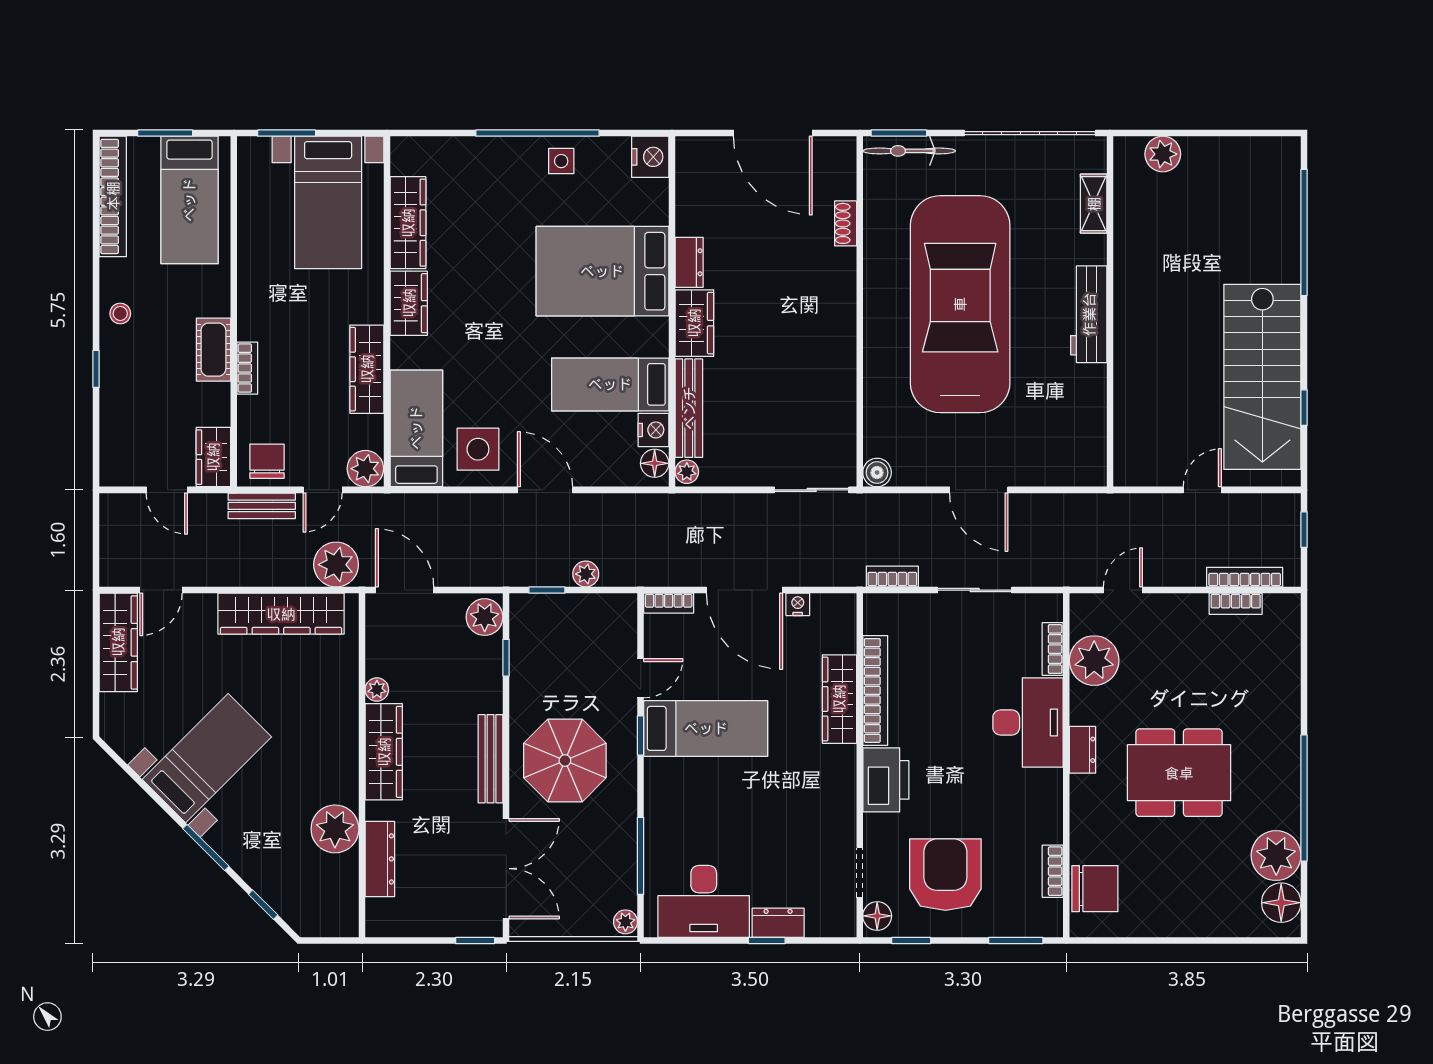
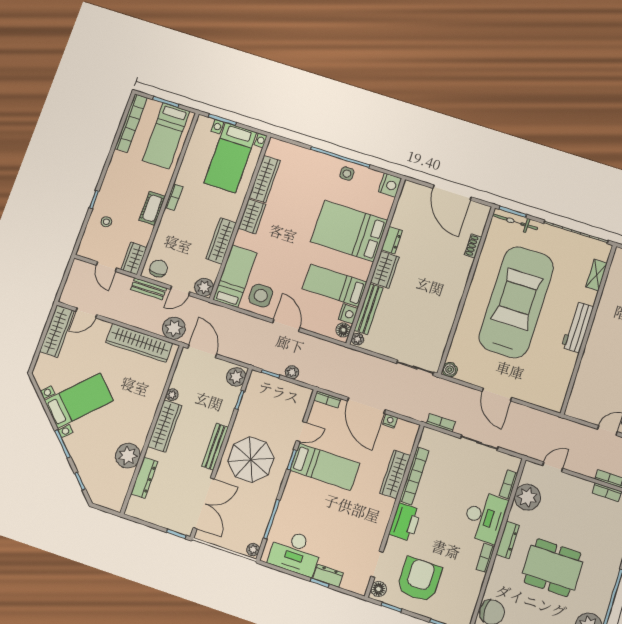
stool: (120, 313) -> (106, 222), moved
bookcase: (247, 368) -> (174, 197), moved
dresser: (1082, 750) -> (508, 540), width x1.44
bookcase: (1053, 871) -> (485, 558), moved

